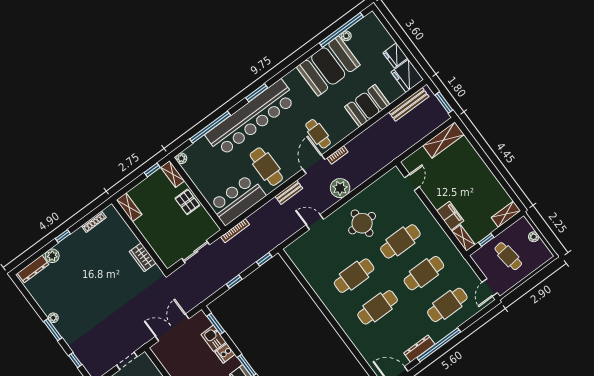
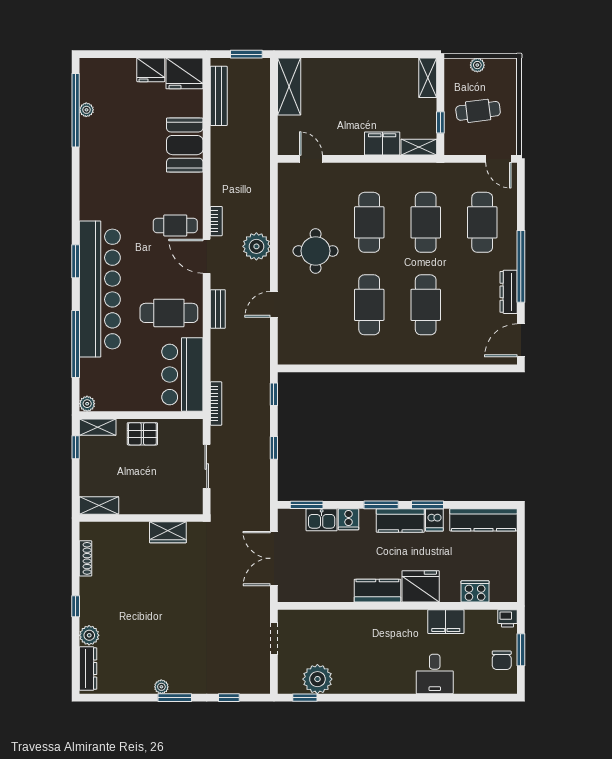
booth: (328, 66) -> (106, 156), removed

